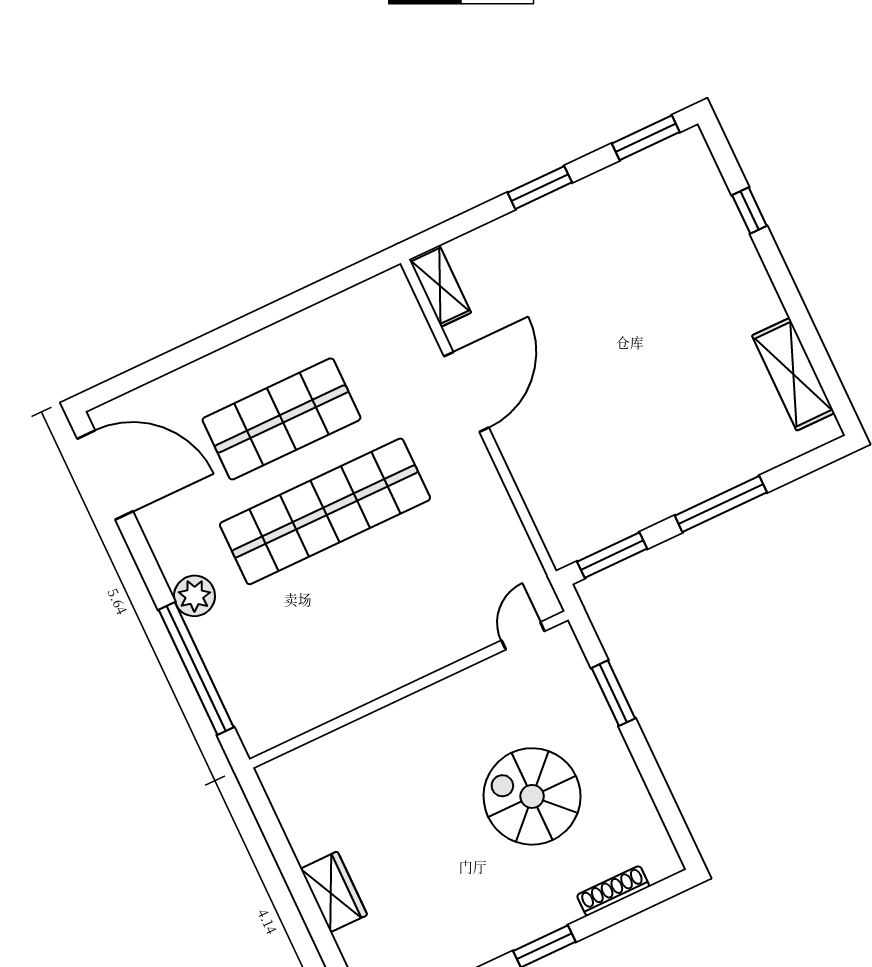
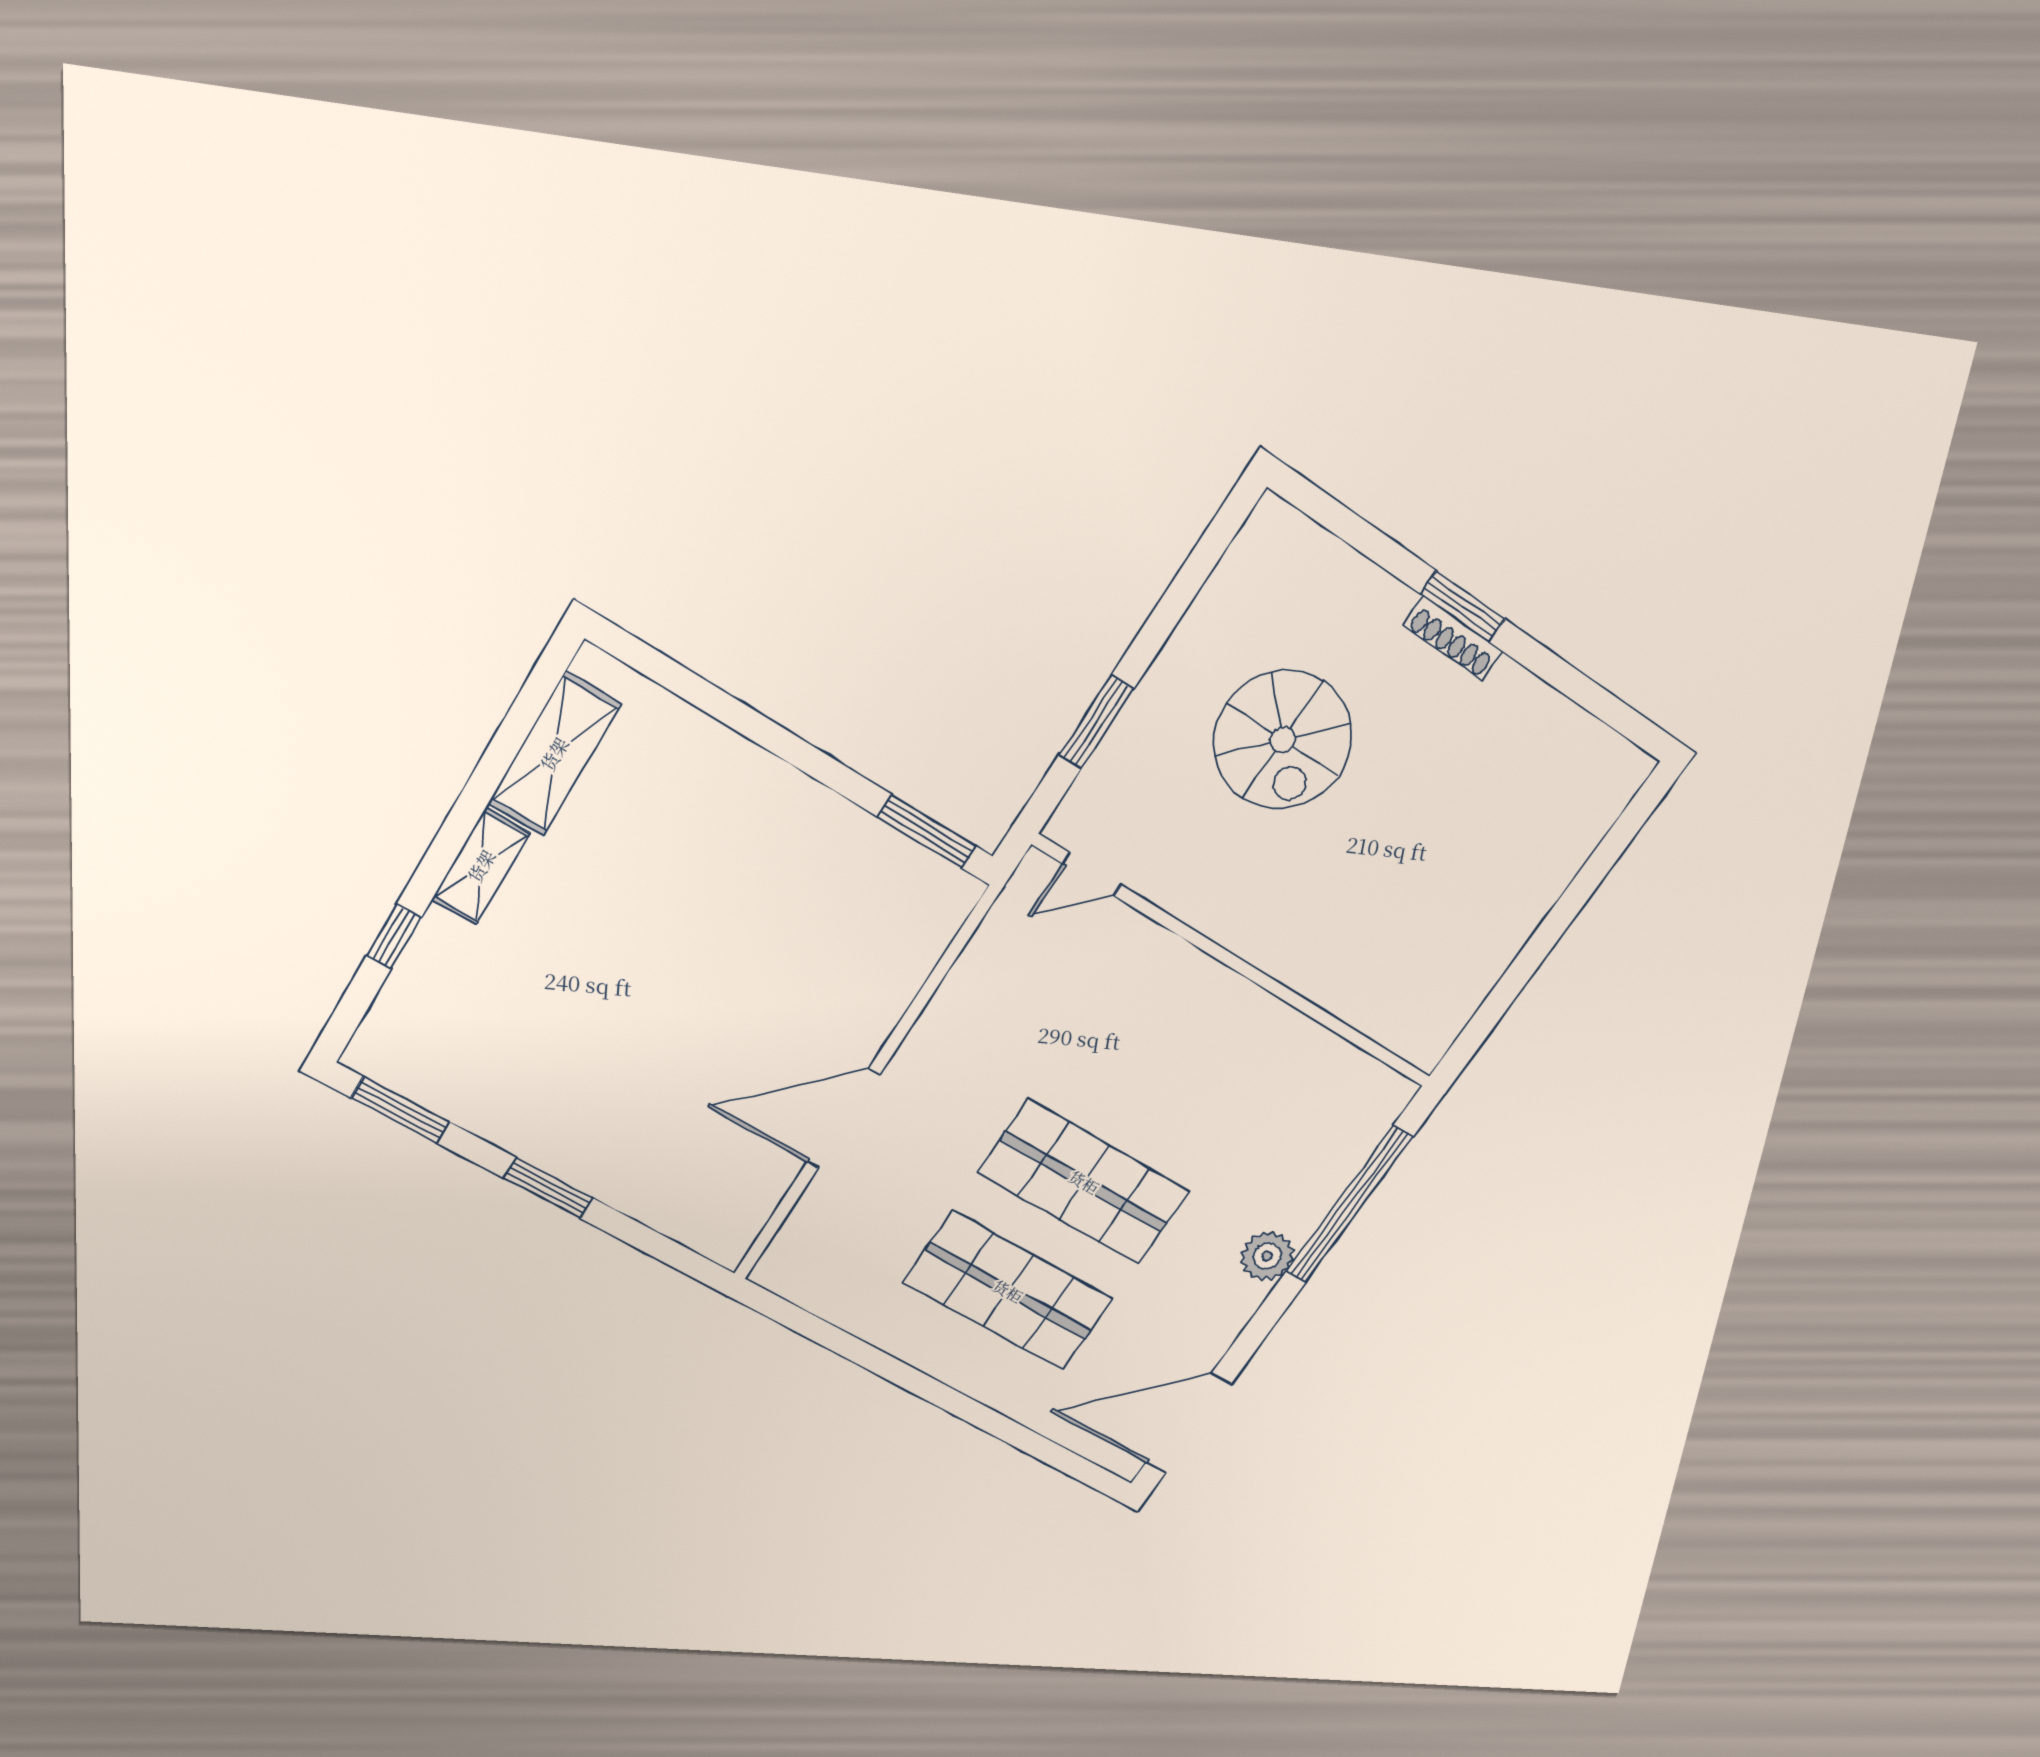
shelving: (440, 286) -> (481, 866), moved
door: (105, 475) -> (1188, 1423), hinge flipped
window: (721, 504) -> (777, 740), removed
shop shelf: (325, 511) -> (1084, 1182), width x0.71
shoe rack: (613, 891) -> (1453, 639), moved
wardrobe: (334, 892) -> (1528, 898), removed

